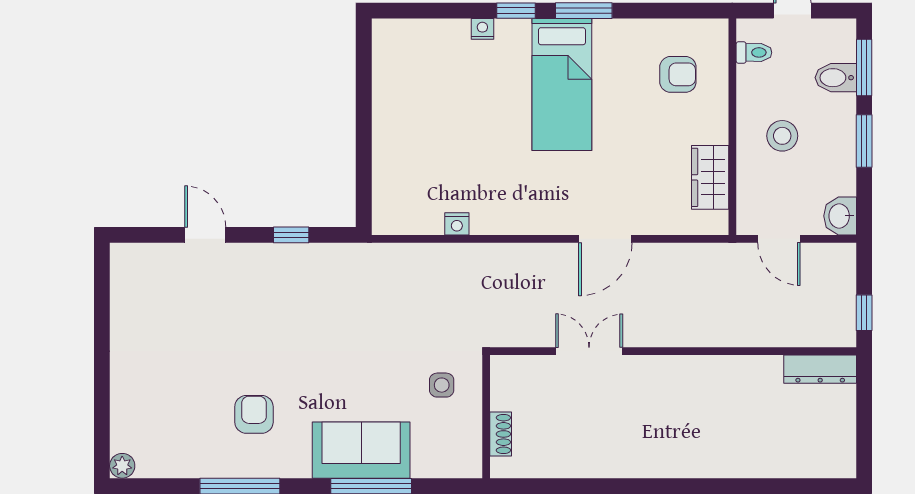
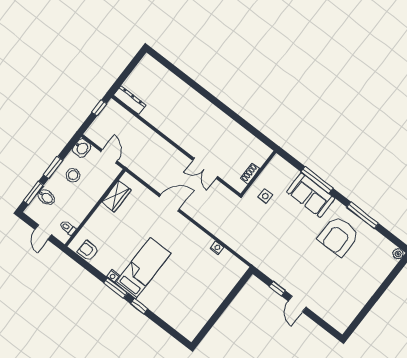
nightstand: (482, 29) -> (113, 276), moved
armchair: (678, 74) -> (88, 251), moved
stool: (782, 136) -> (73, 175), moved
door: (205, 235) -> (297, 304), moved
armchair: (254, 414) -> (338, 236), width x1.88, depth x1.88
shoe rack: (501, 434) -> (250, 174), moved

